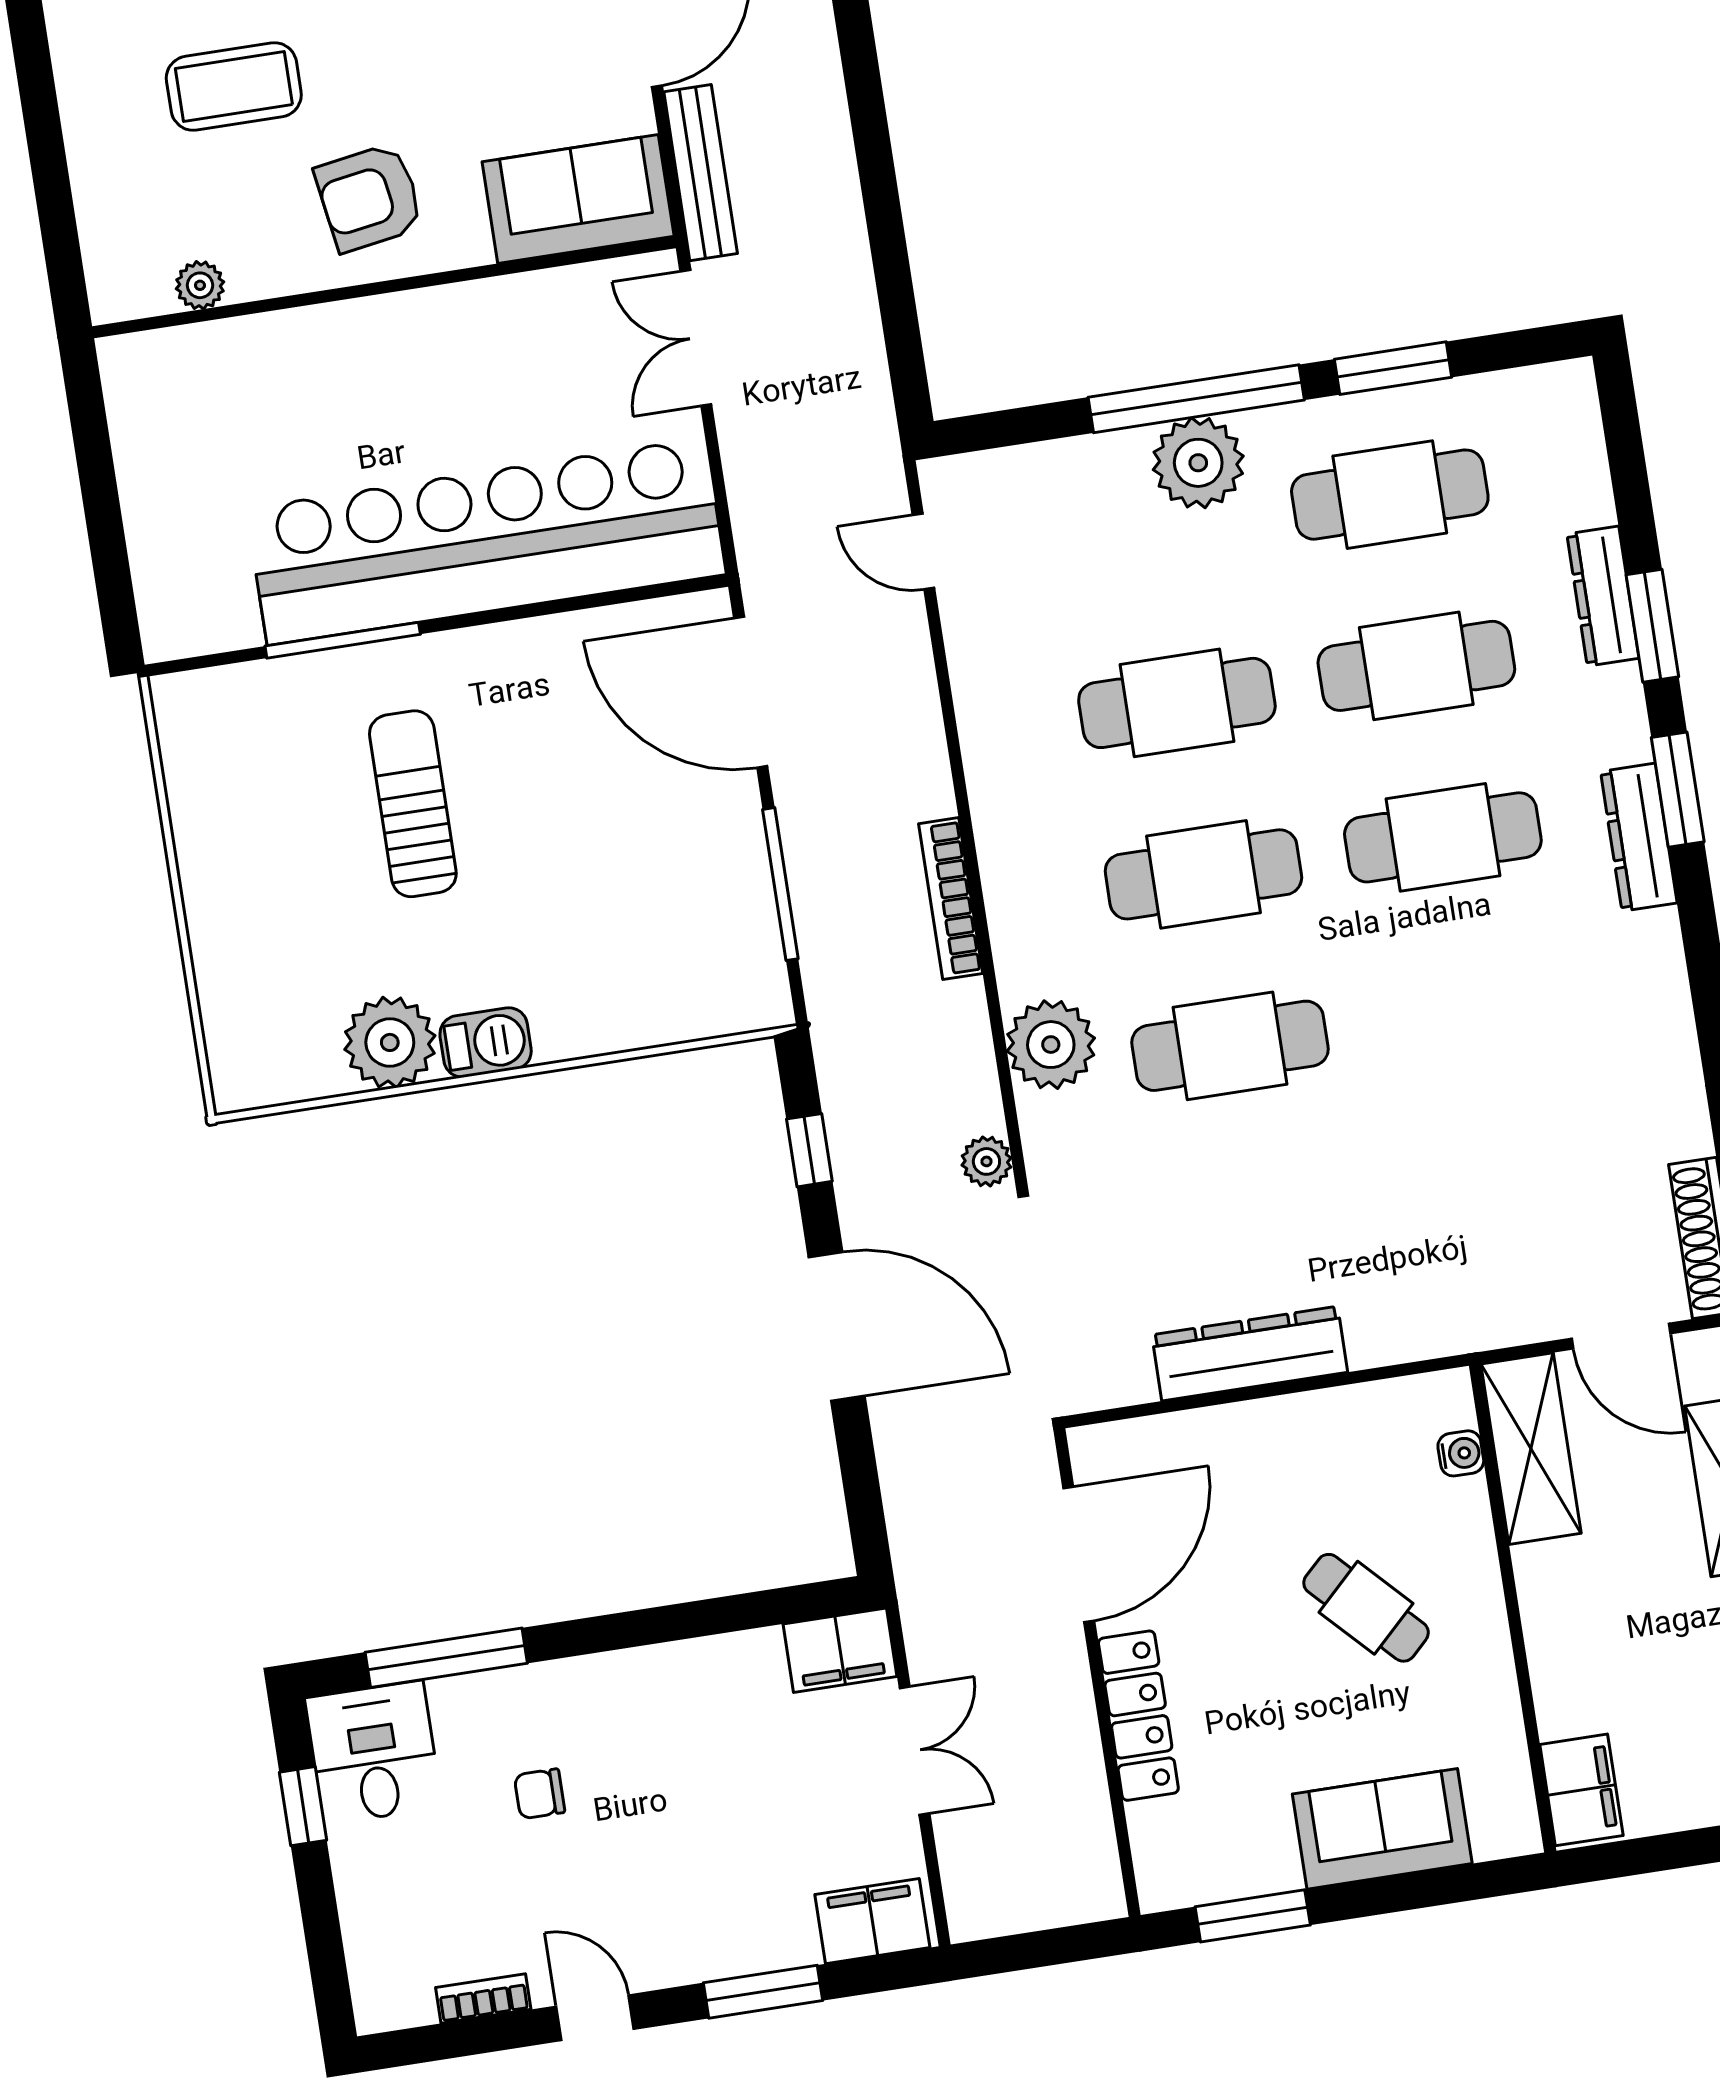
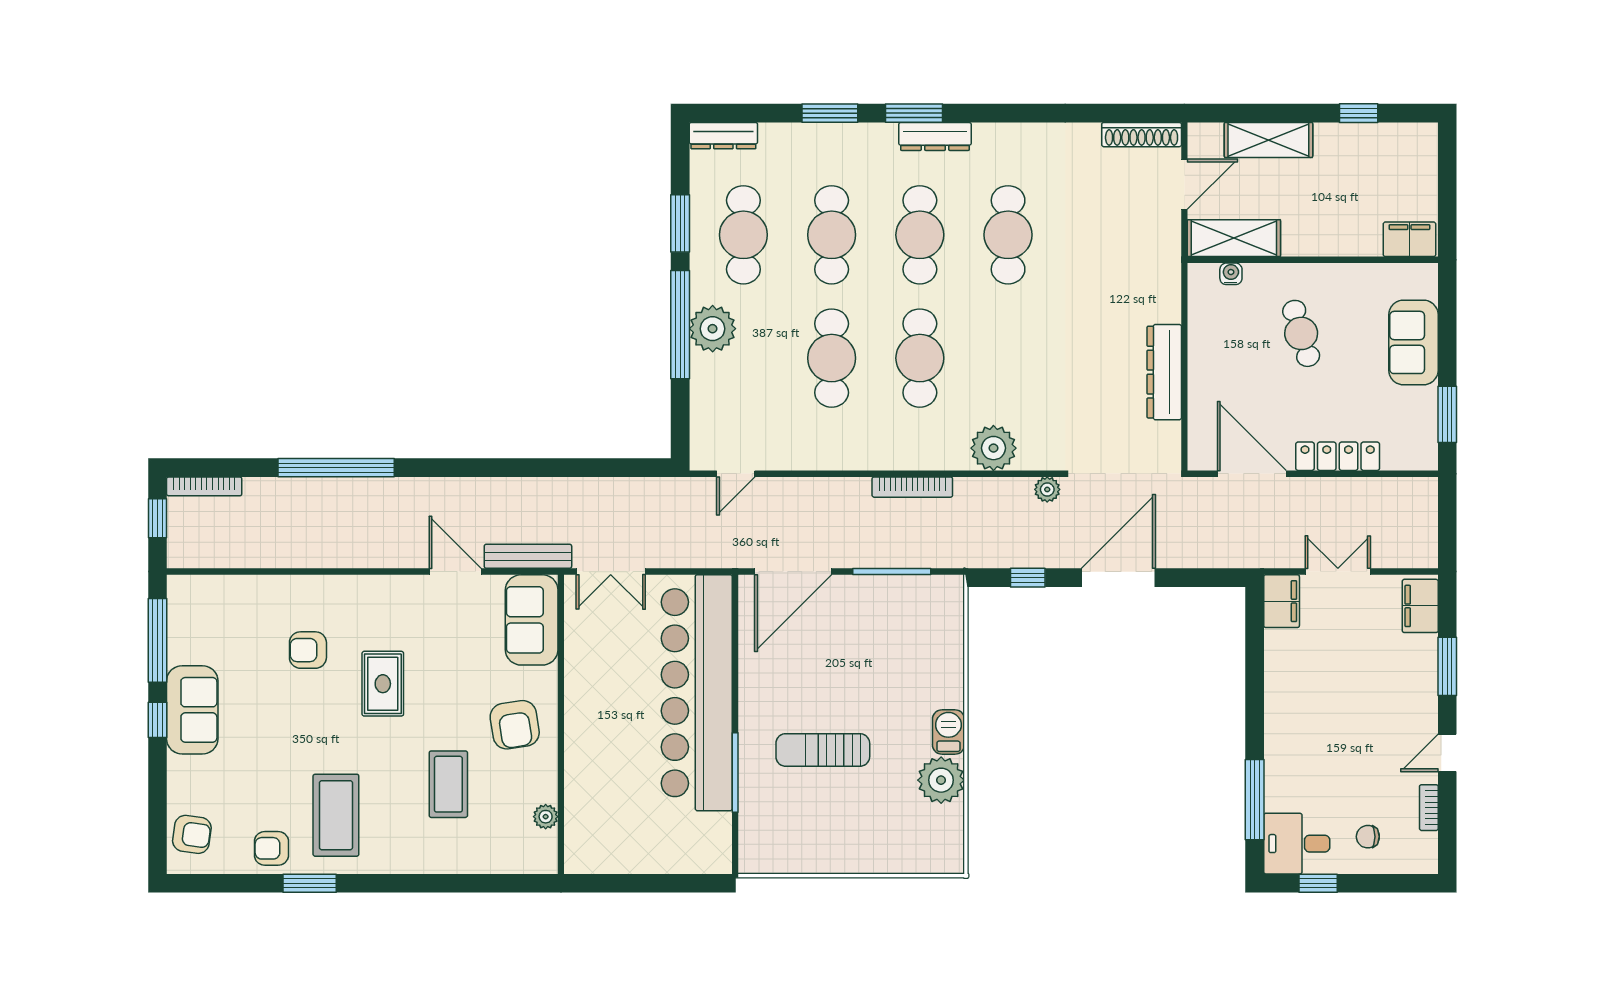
dresser: (1603, 596) -> (723, 136), moved
cafe table: (1230, 1046) -> (1008, 235), moved
cafe table: (1366, 1608) -> (1301, 333), turned -63
chair: (540, 1794) -> (1368, 837), moved, turned 90

